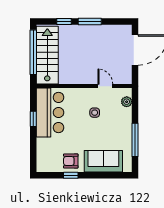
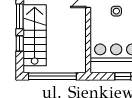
stairs: (47, 55) -> (35, 35), moved, turned 90

